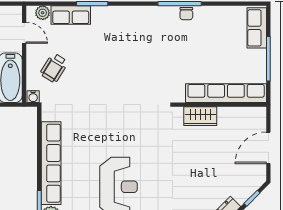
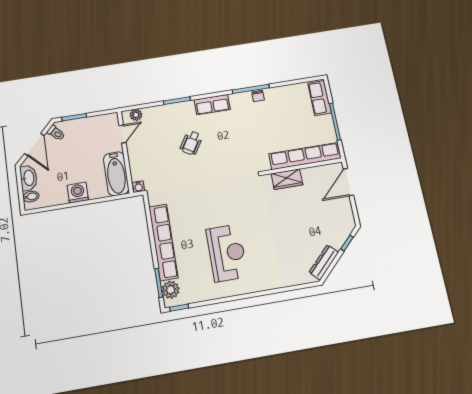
row of seats: (71, 15) -> (212, 105), moved
door: (24, 33) -> (123, 134), hinge flipped
wheelchair: (54, 68) -> (191, 143), moved
door: (268, 148) -> (348, 182), moved

